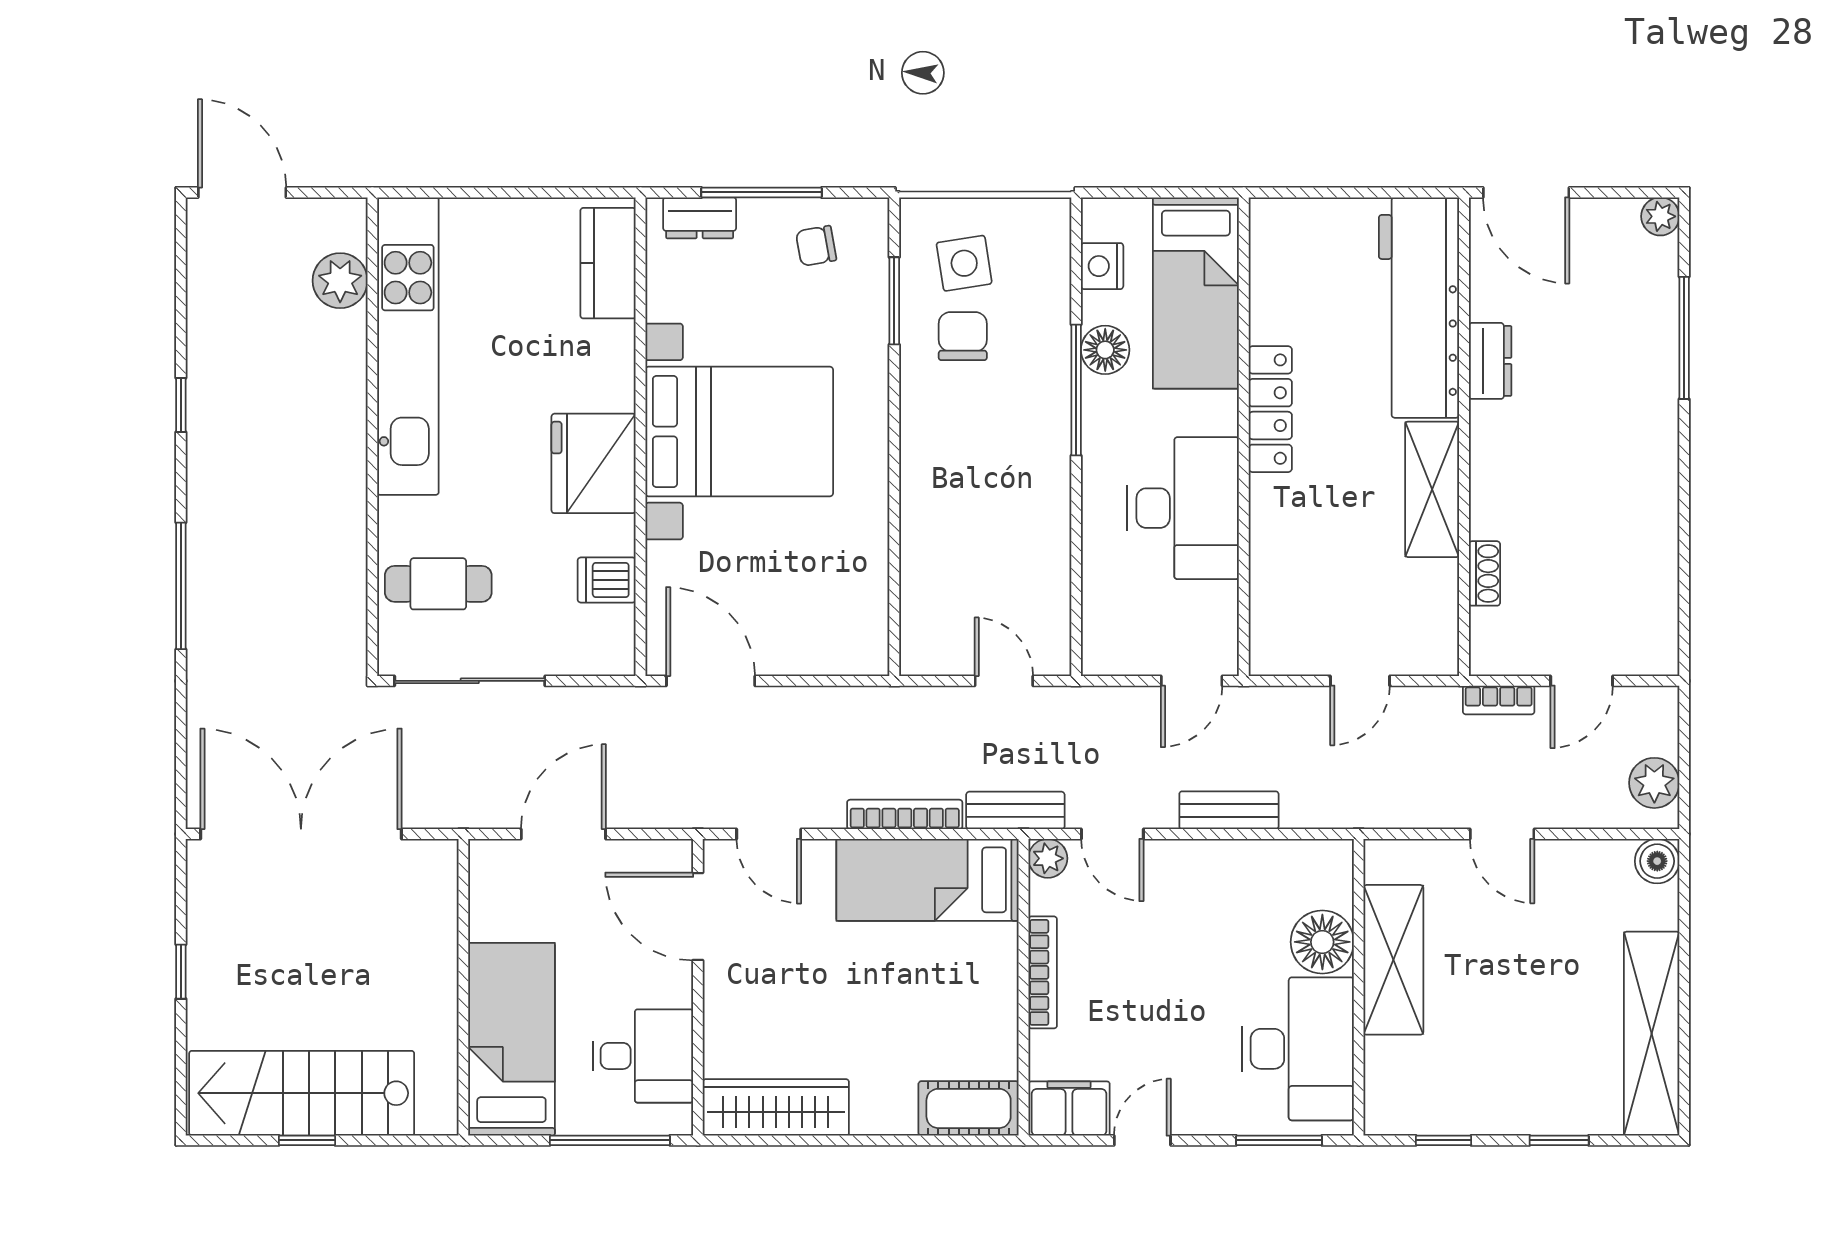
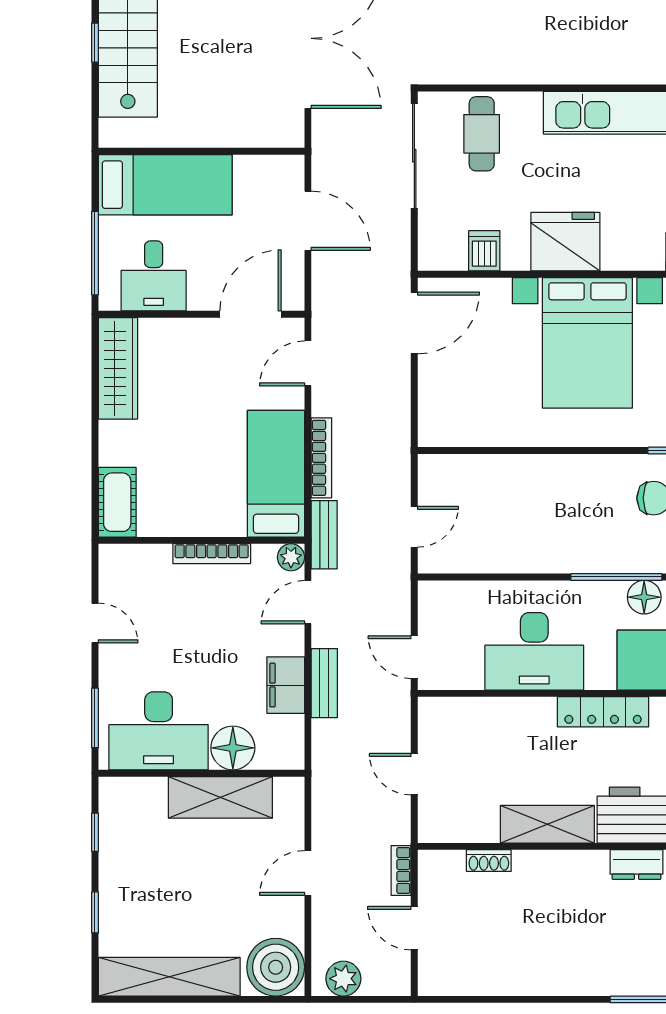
boiler: (1657, 861) -> (276, 967), width x1.86, depth x1.86
filing cabinet: (1069, 1109) -> (286, 685), moved, turned 180

